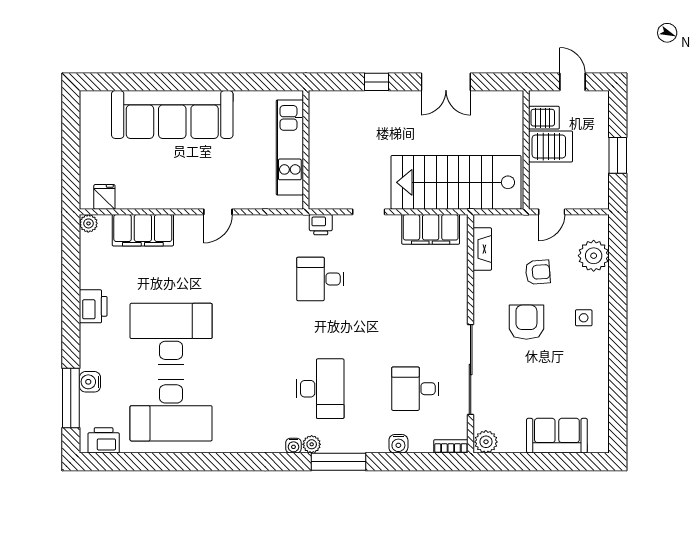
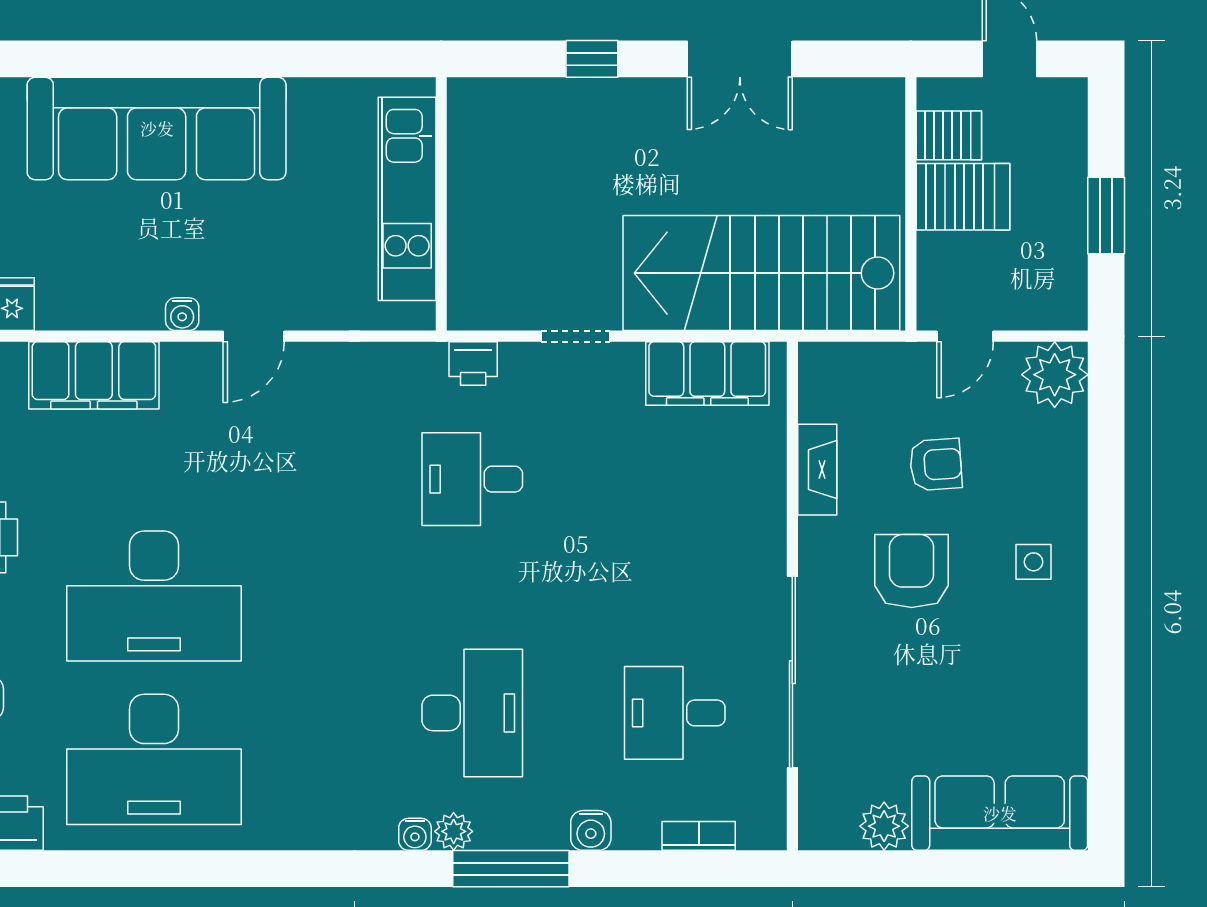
water cooler: (184, 202) -> (182, 314), added
fireplace: (482, 249) -> (817, 470), moved
plant: (594, 256) -> (1055, 375), moved
desk: (171, 334) -> (154, 596), turned 180
sofa: (557, 436) -> (1000, 813), width x1.36
plant: (486, 442) -> (884, 826), moved
water cooler: (398, 444) -> (591, 830), moved
bookcase: (451, 446) -> (699, 836), moved

